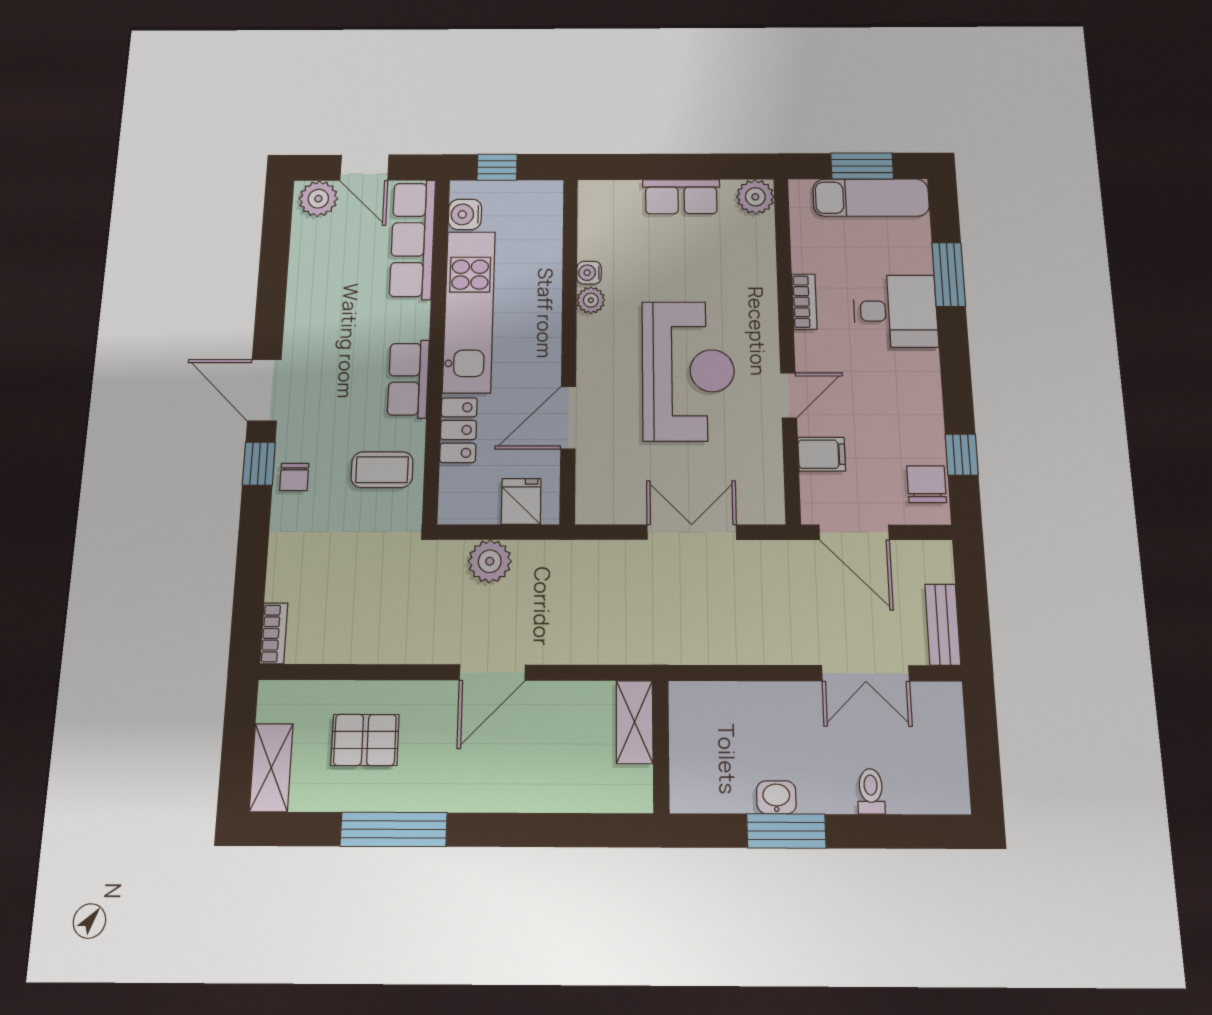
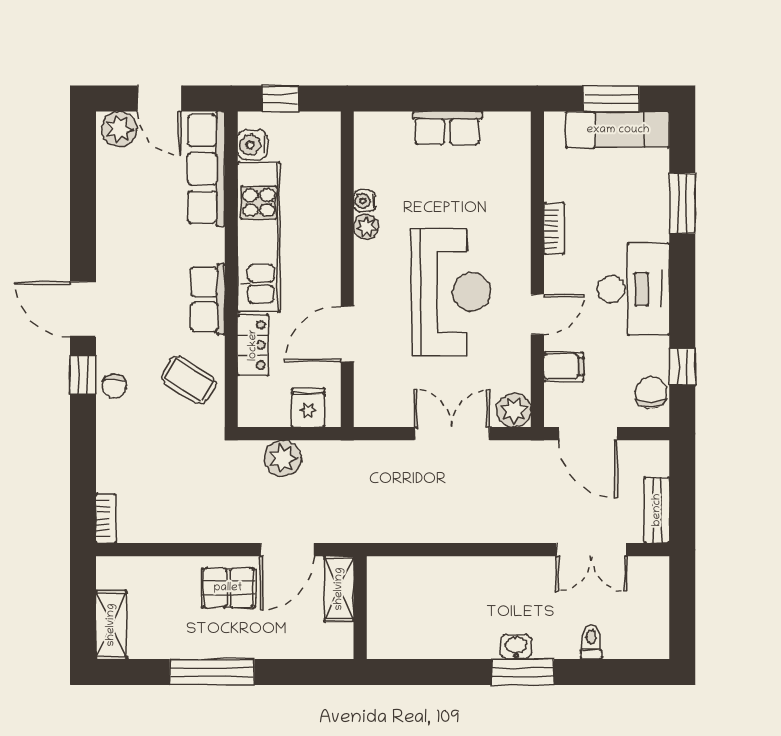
plant: (755, 197) -> (514, 410), moved
desk: (895, 311) -> (633, 289), moved, width x1.37
coffee table: (382, 470) -> (189, 380), turned 32
shelving: (635, 722) -> (339, 589), moved
pallet: (365, 740) -> (228, 588), moved
wall: (661, 746) -> (360, 608), moved

